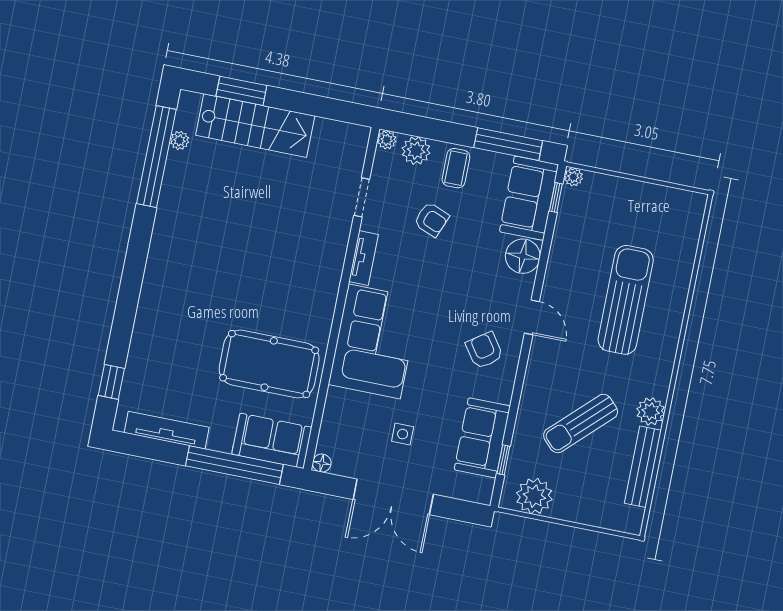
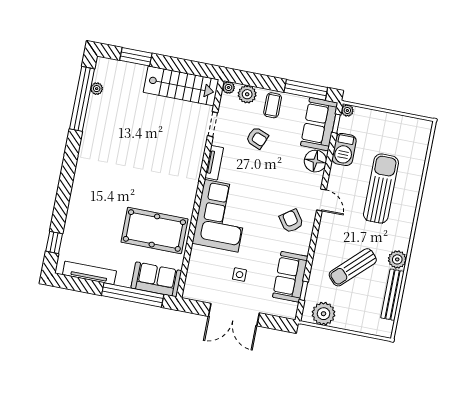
stairs: (255, 126) -> (181, 86), moved
barbecue: (568, 238) -> (344, 149), added
floor lamp: (322, 463) -> (188, 293), removed

